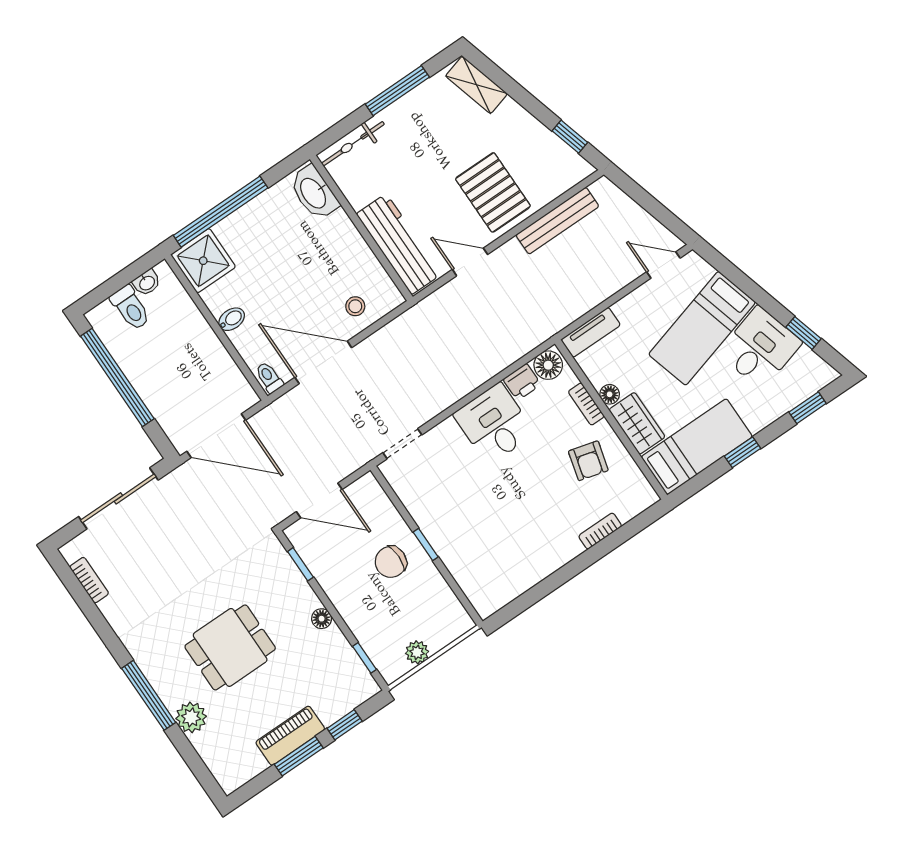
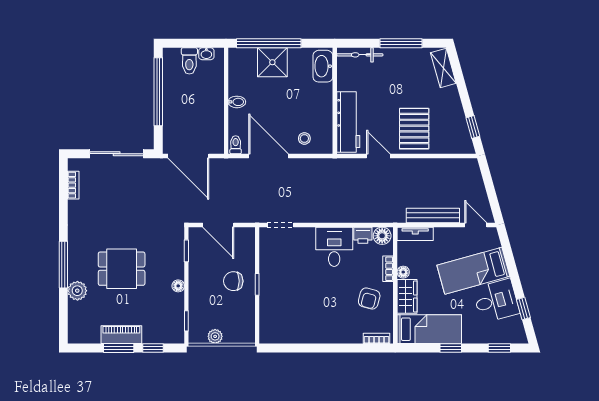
bench: (557, 221) -> (433, 215), moved
shower: (203, 261) -> (272, 62), moved
bookcase: (600, 531) -> (376, 338), moved

